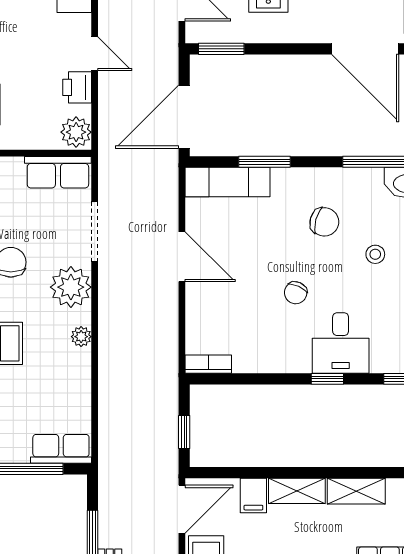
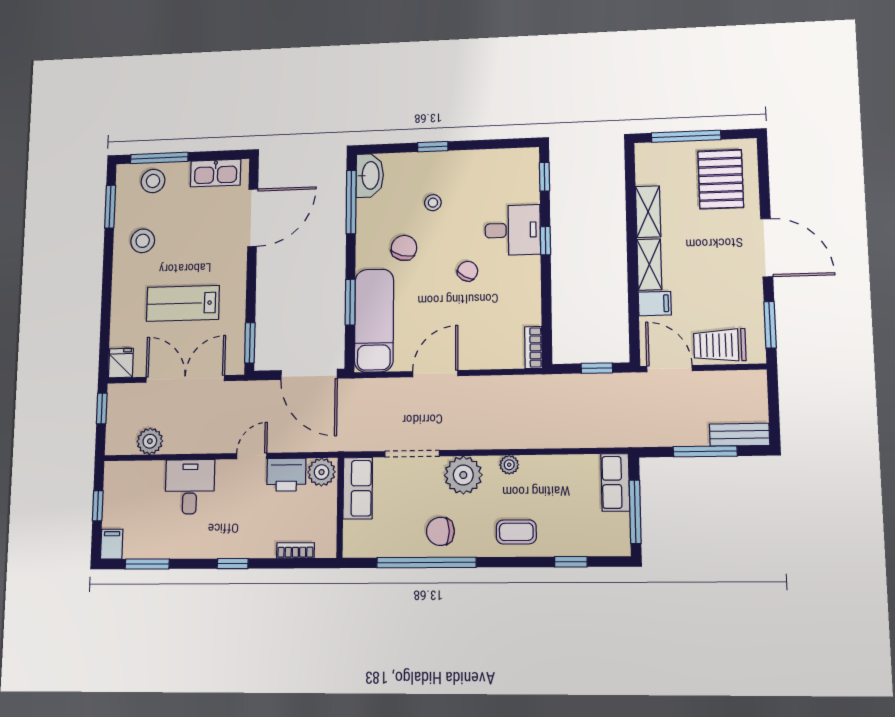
printer: (77, 87) -> (286, 475), width x1.36, depth x1.24
exam couch: (228, 182) -> (374, 320), width x1.36, depth x1.45
chair: (296, 293) -> (468, 271), turned -84

